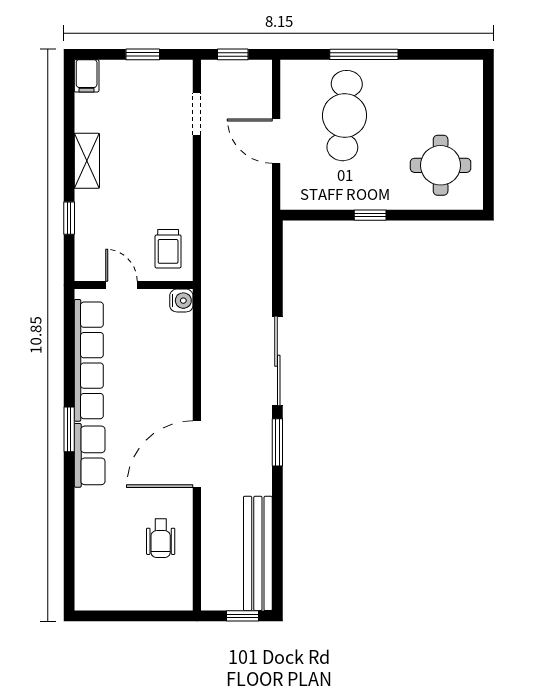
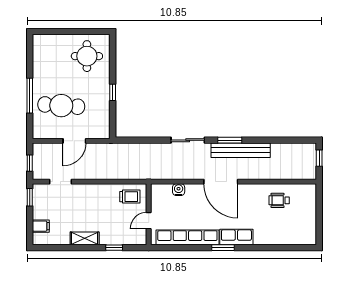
window: (143, 54) -> (30, 197), moved
filing cabinet: (87, 76) -> (41, 226), moved
water cooler: (181, 301) -> (179, 190), moved
sliding door: (277, 361) -> (188, 140), width x0.73
door: (197, 454) -> (221, 182), moved
wheelchair: (161, 538) -> (279, 200), turned 180
bench: (258, 553) -> (241, 150), moved

